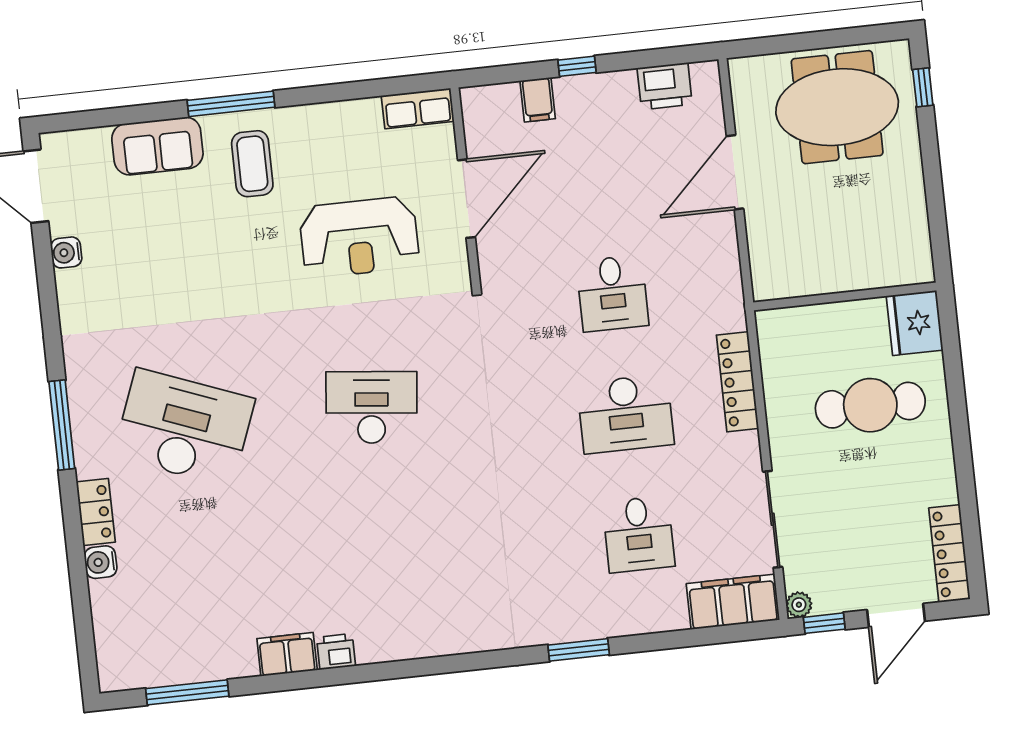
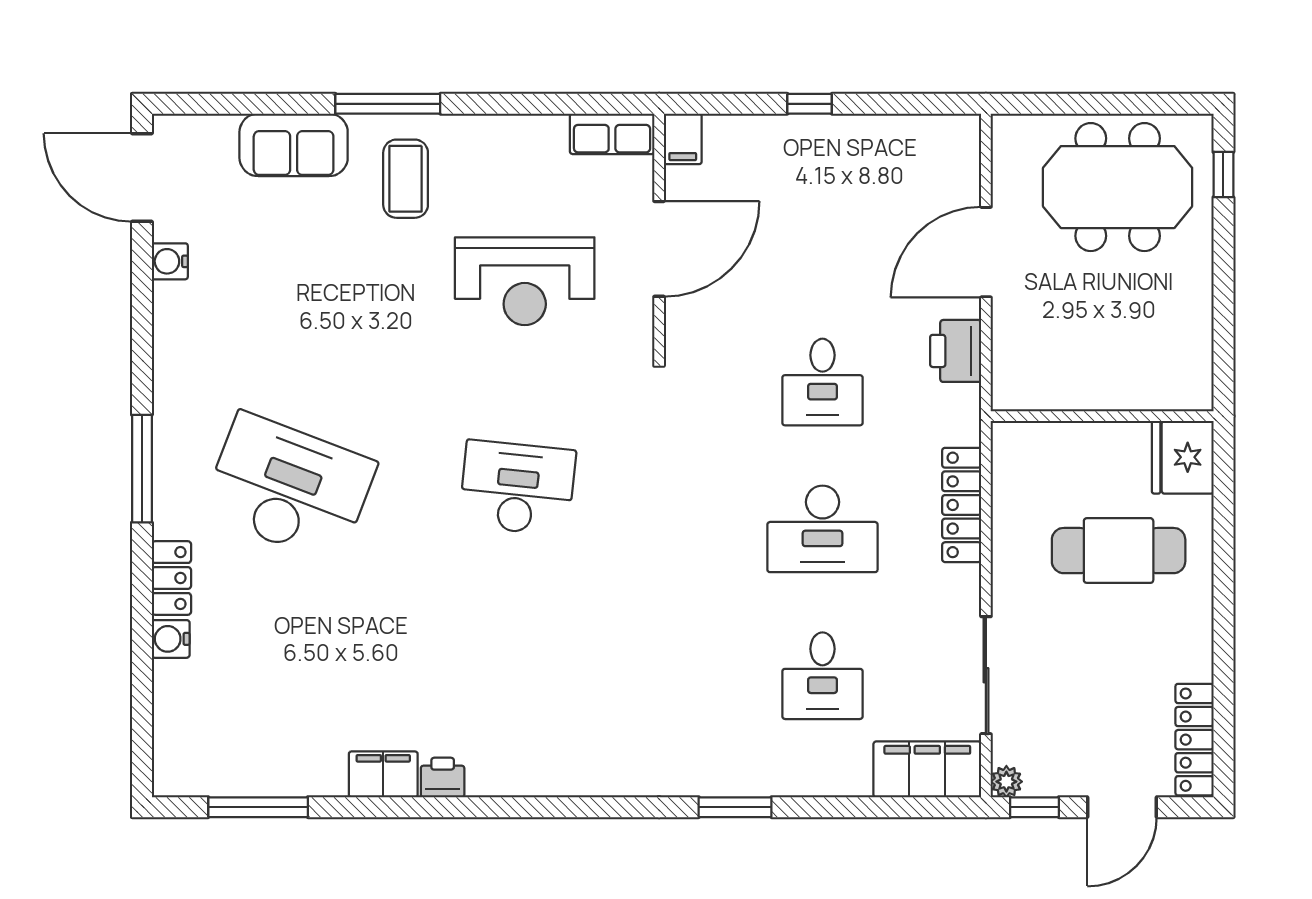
printer: (665, 86) -> (956, 351), moved, turned 90
filing cabinet: (538, 100) -> (683, 139), moved

